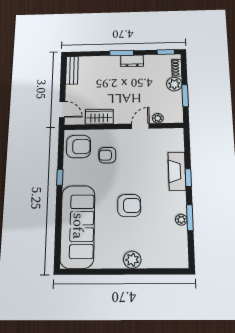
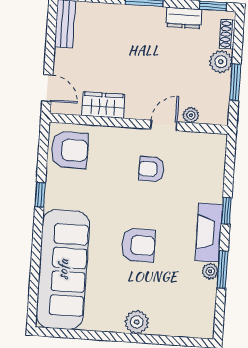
dresser: (132, 61) -> (184, 18), moved
armchair: (107, 155) -> (151, 169), moved
fireplace: (177, 171) -> (209, 233), moved

